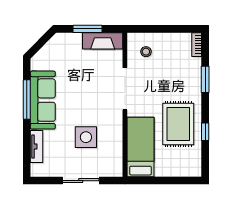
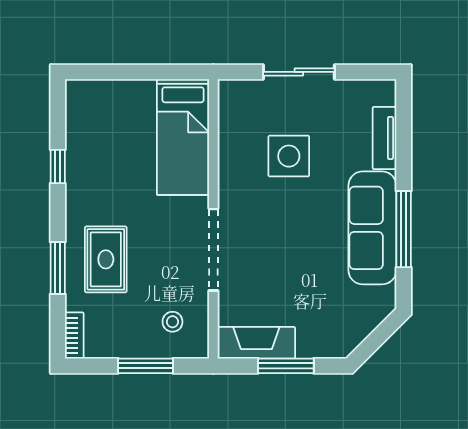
window: (160, 29) -> (145, 366), added
rug: (178, 124) -> (106, 259), moved, width x0.73, depth x0.70

